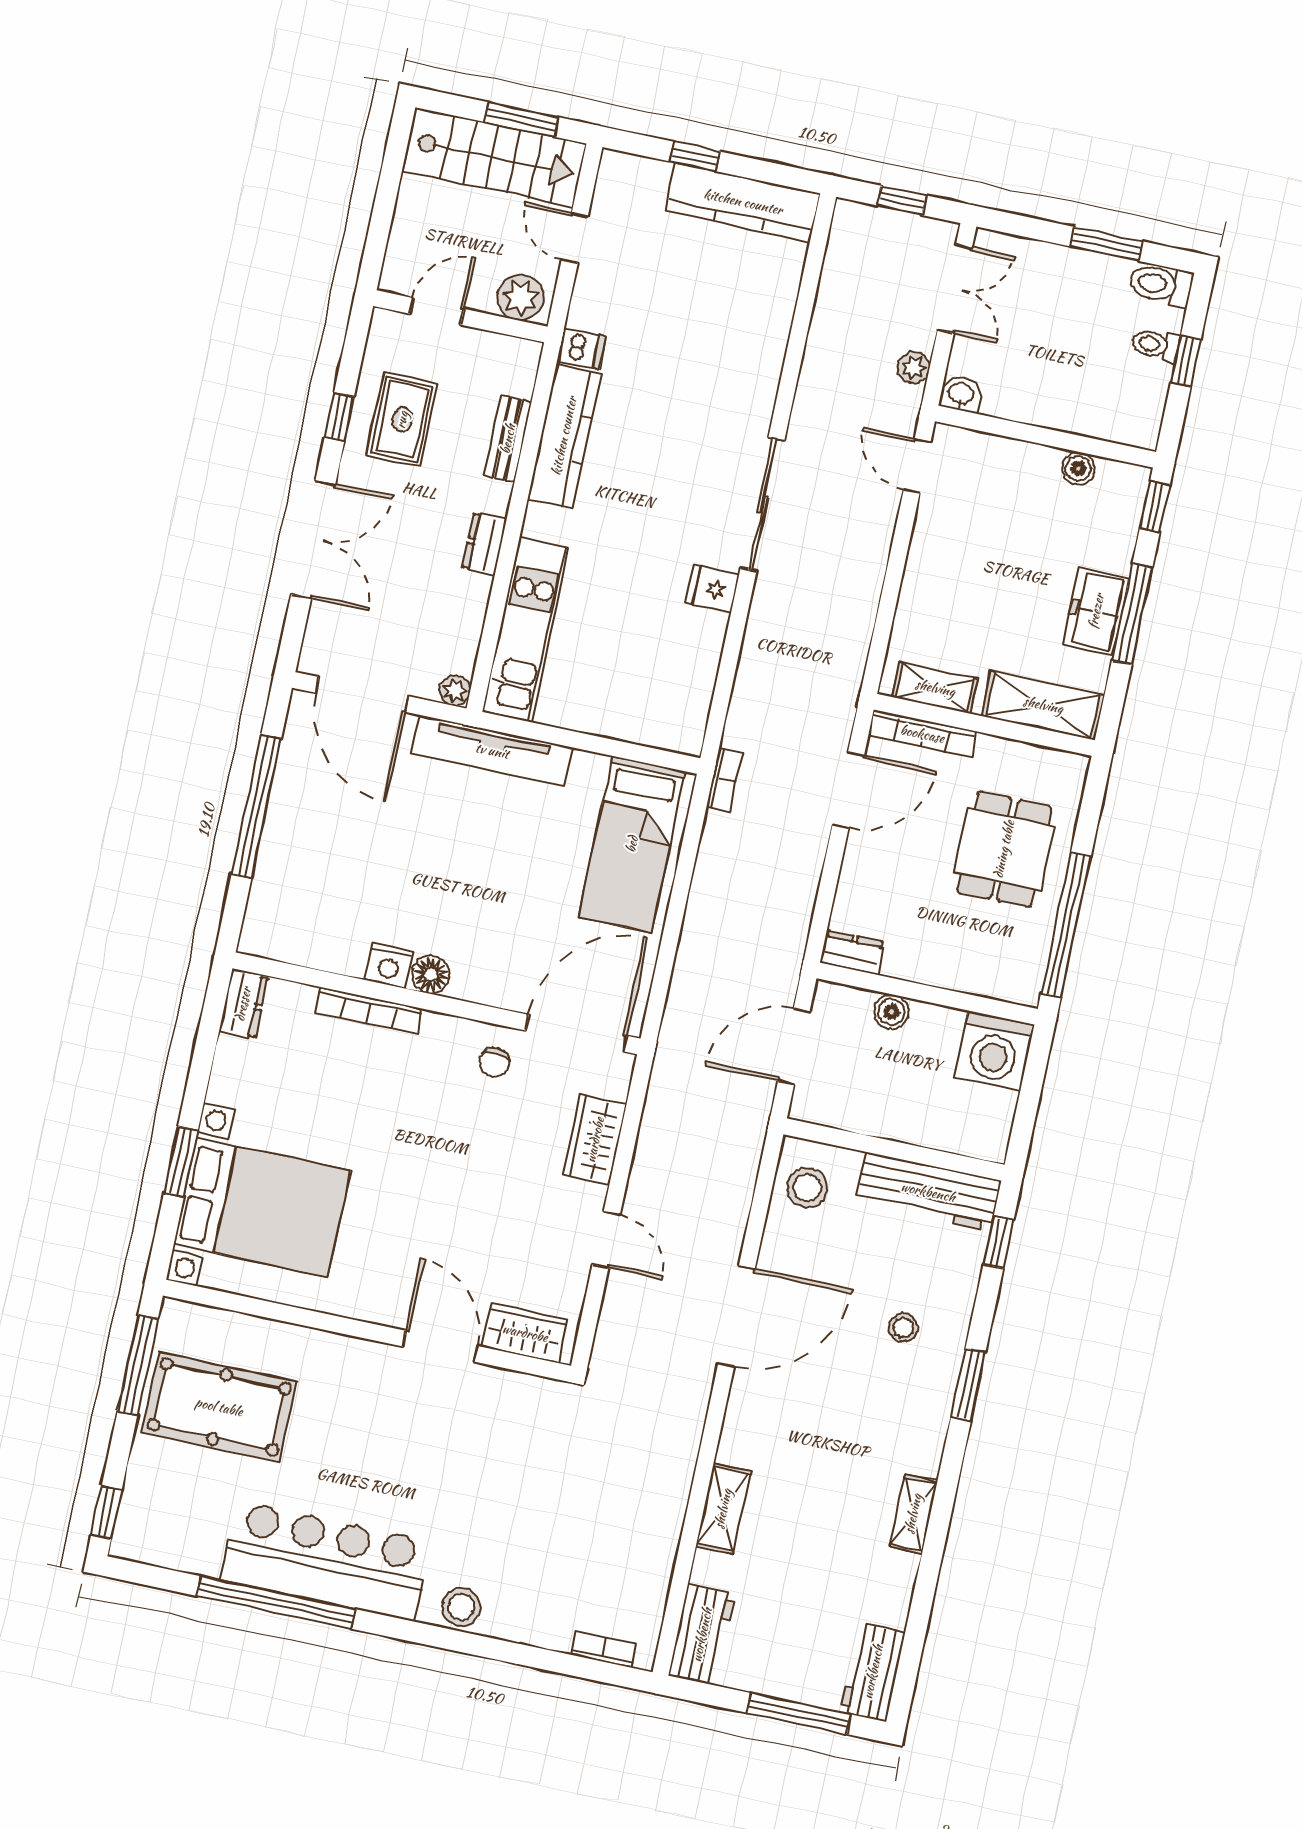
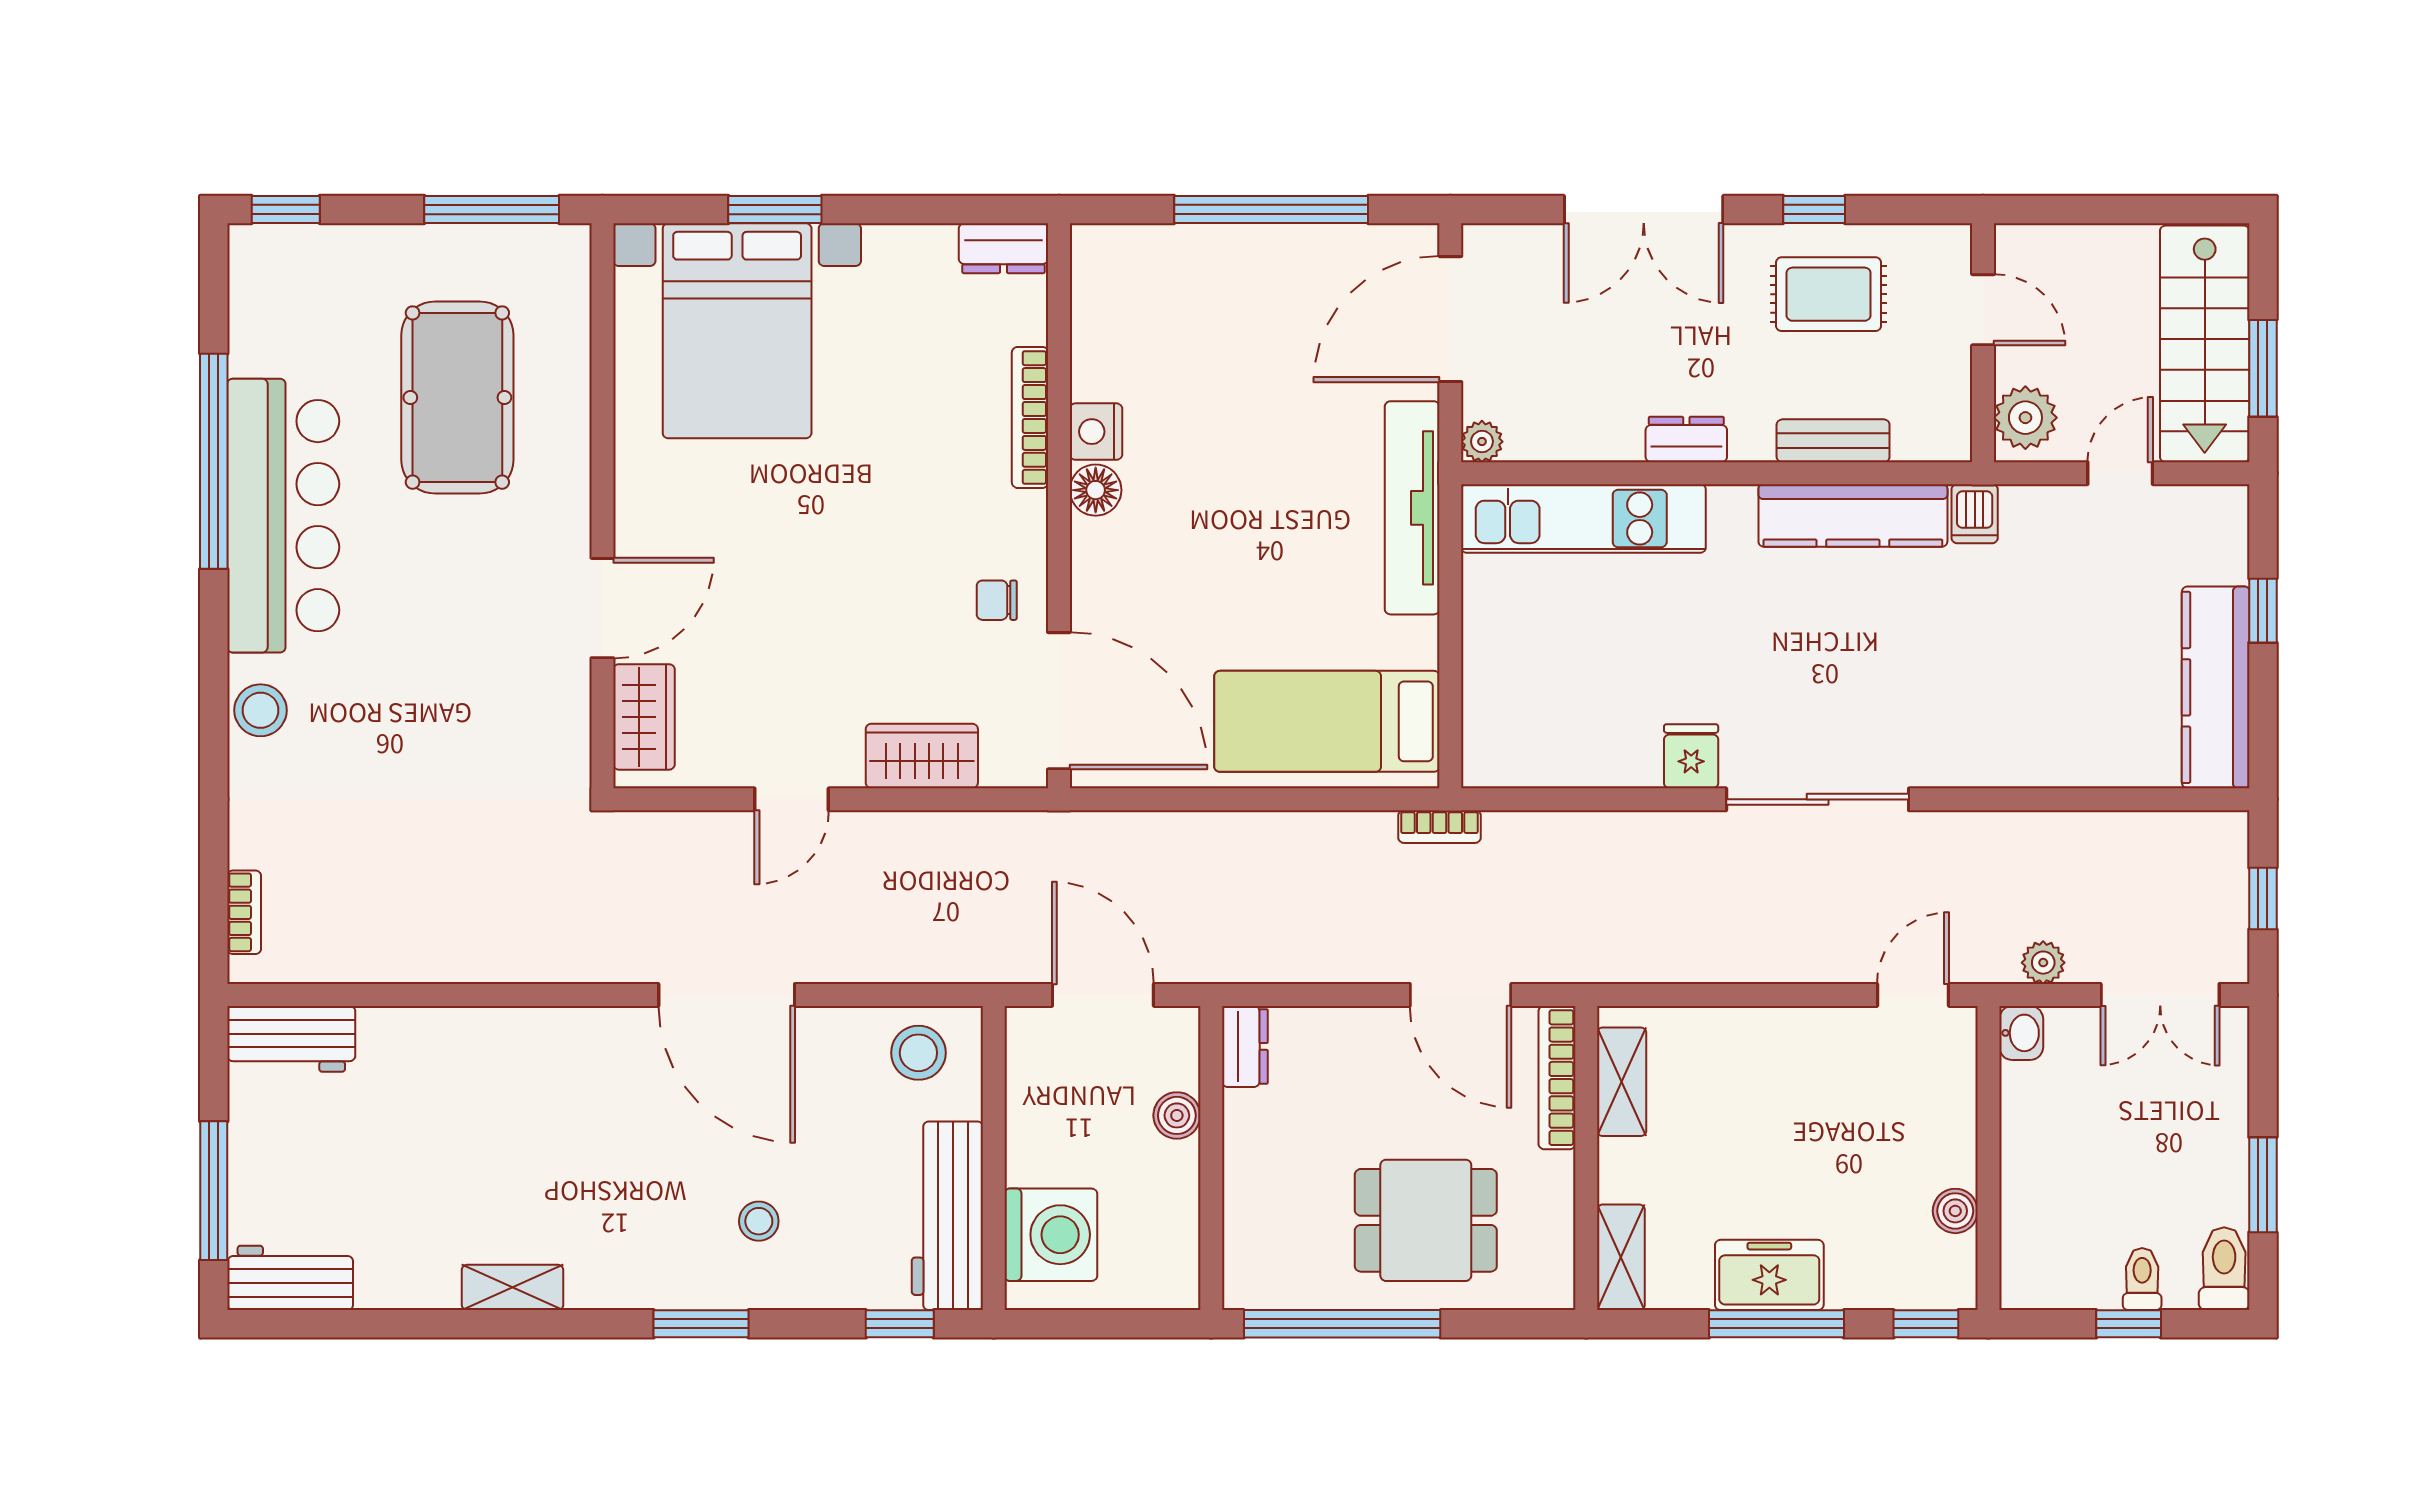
shelving: (1043, 705) -> (1621, 1257), width x0.67, depth x0.75
washing machine: (994, 1051) -> (1051, 1235), moved, turned 180
pool table: (219, 1407) -> (457, 398), moved
shelving: (723, 1509) -> (466, 1032), removed

